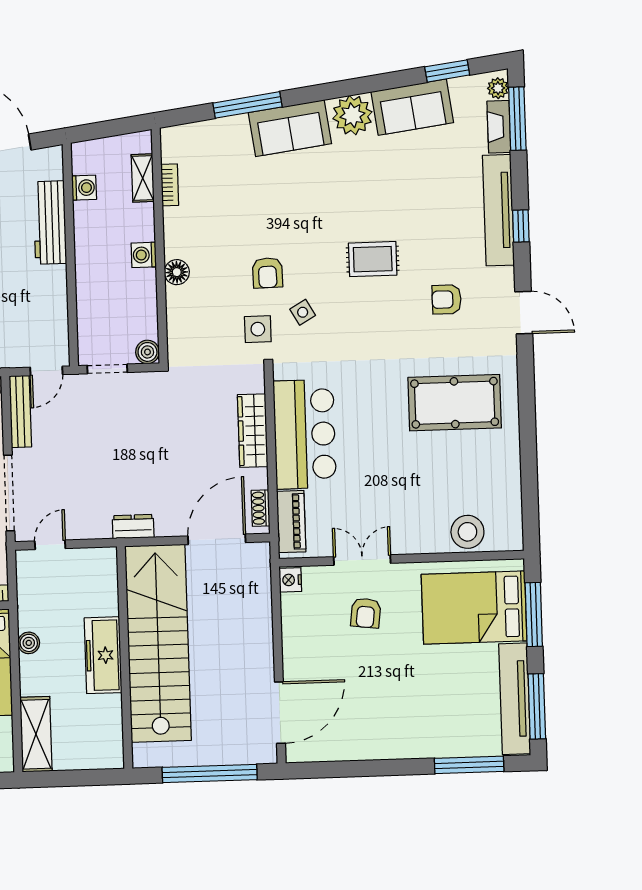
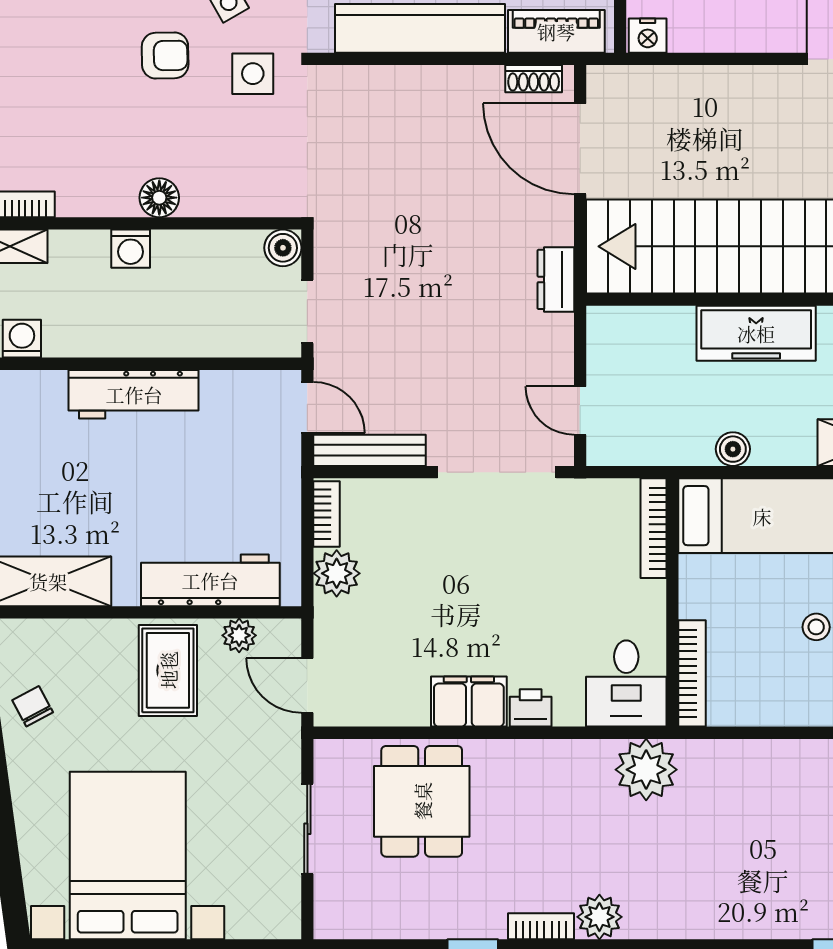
workbench: (50, 222) -> (134, 394), moved
wardrobe: (253, 431) -> (412, 87), removed

